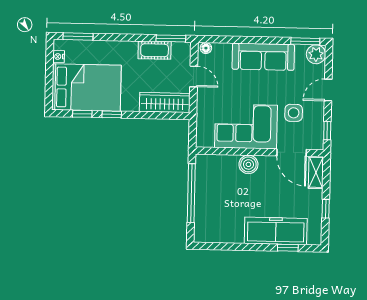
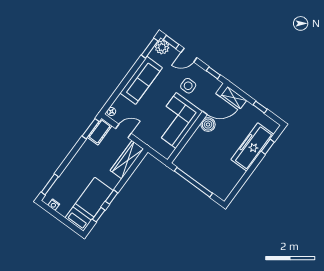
cot: (155, 50) -> (100, 132), moved
window: (329, 60) -> (171, 42), added
bed: (86, 87) -> (89, 204), width x0.67
door: (328, 90) -> (189, 55), hinge flipped
boiler: (248, 164) -> (208, 125), moved

